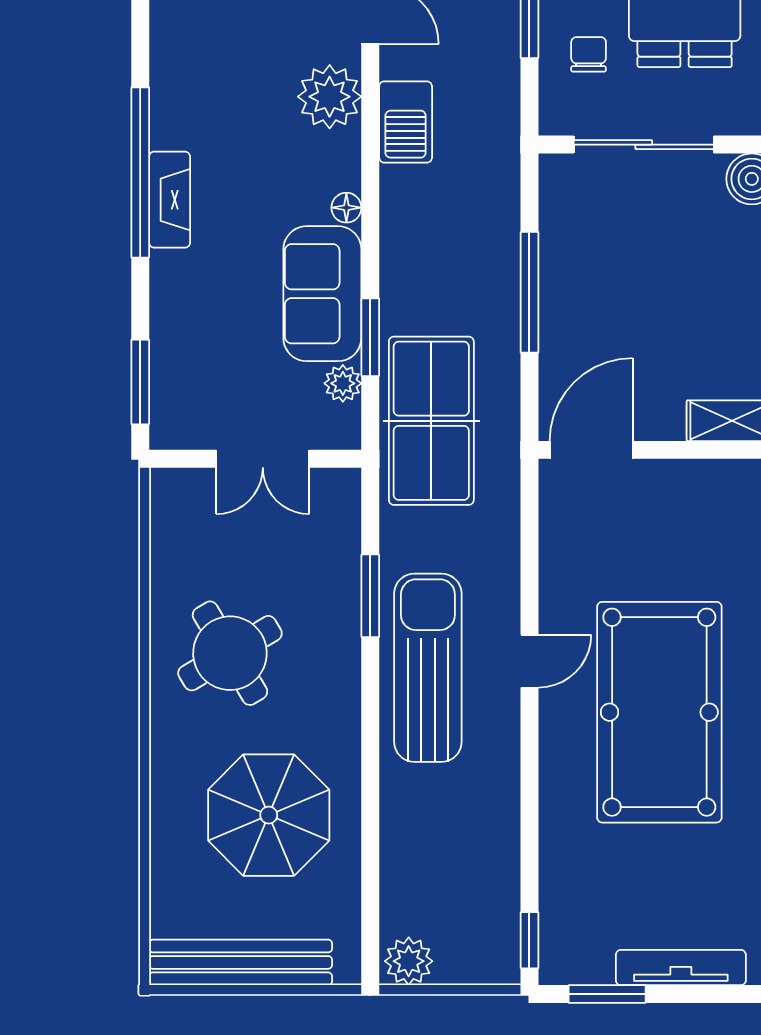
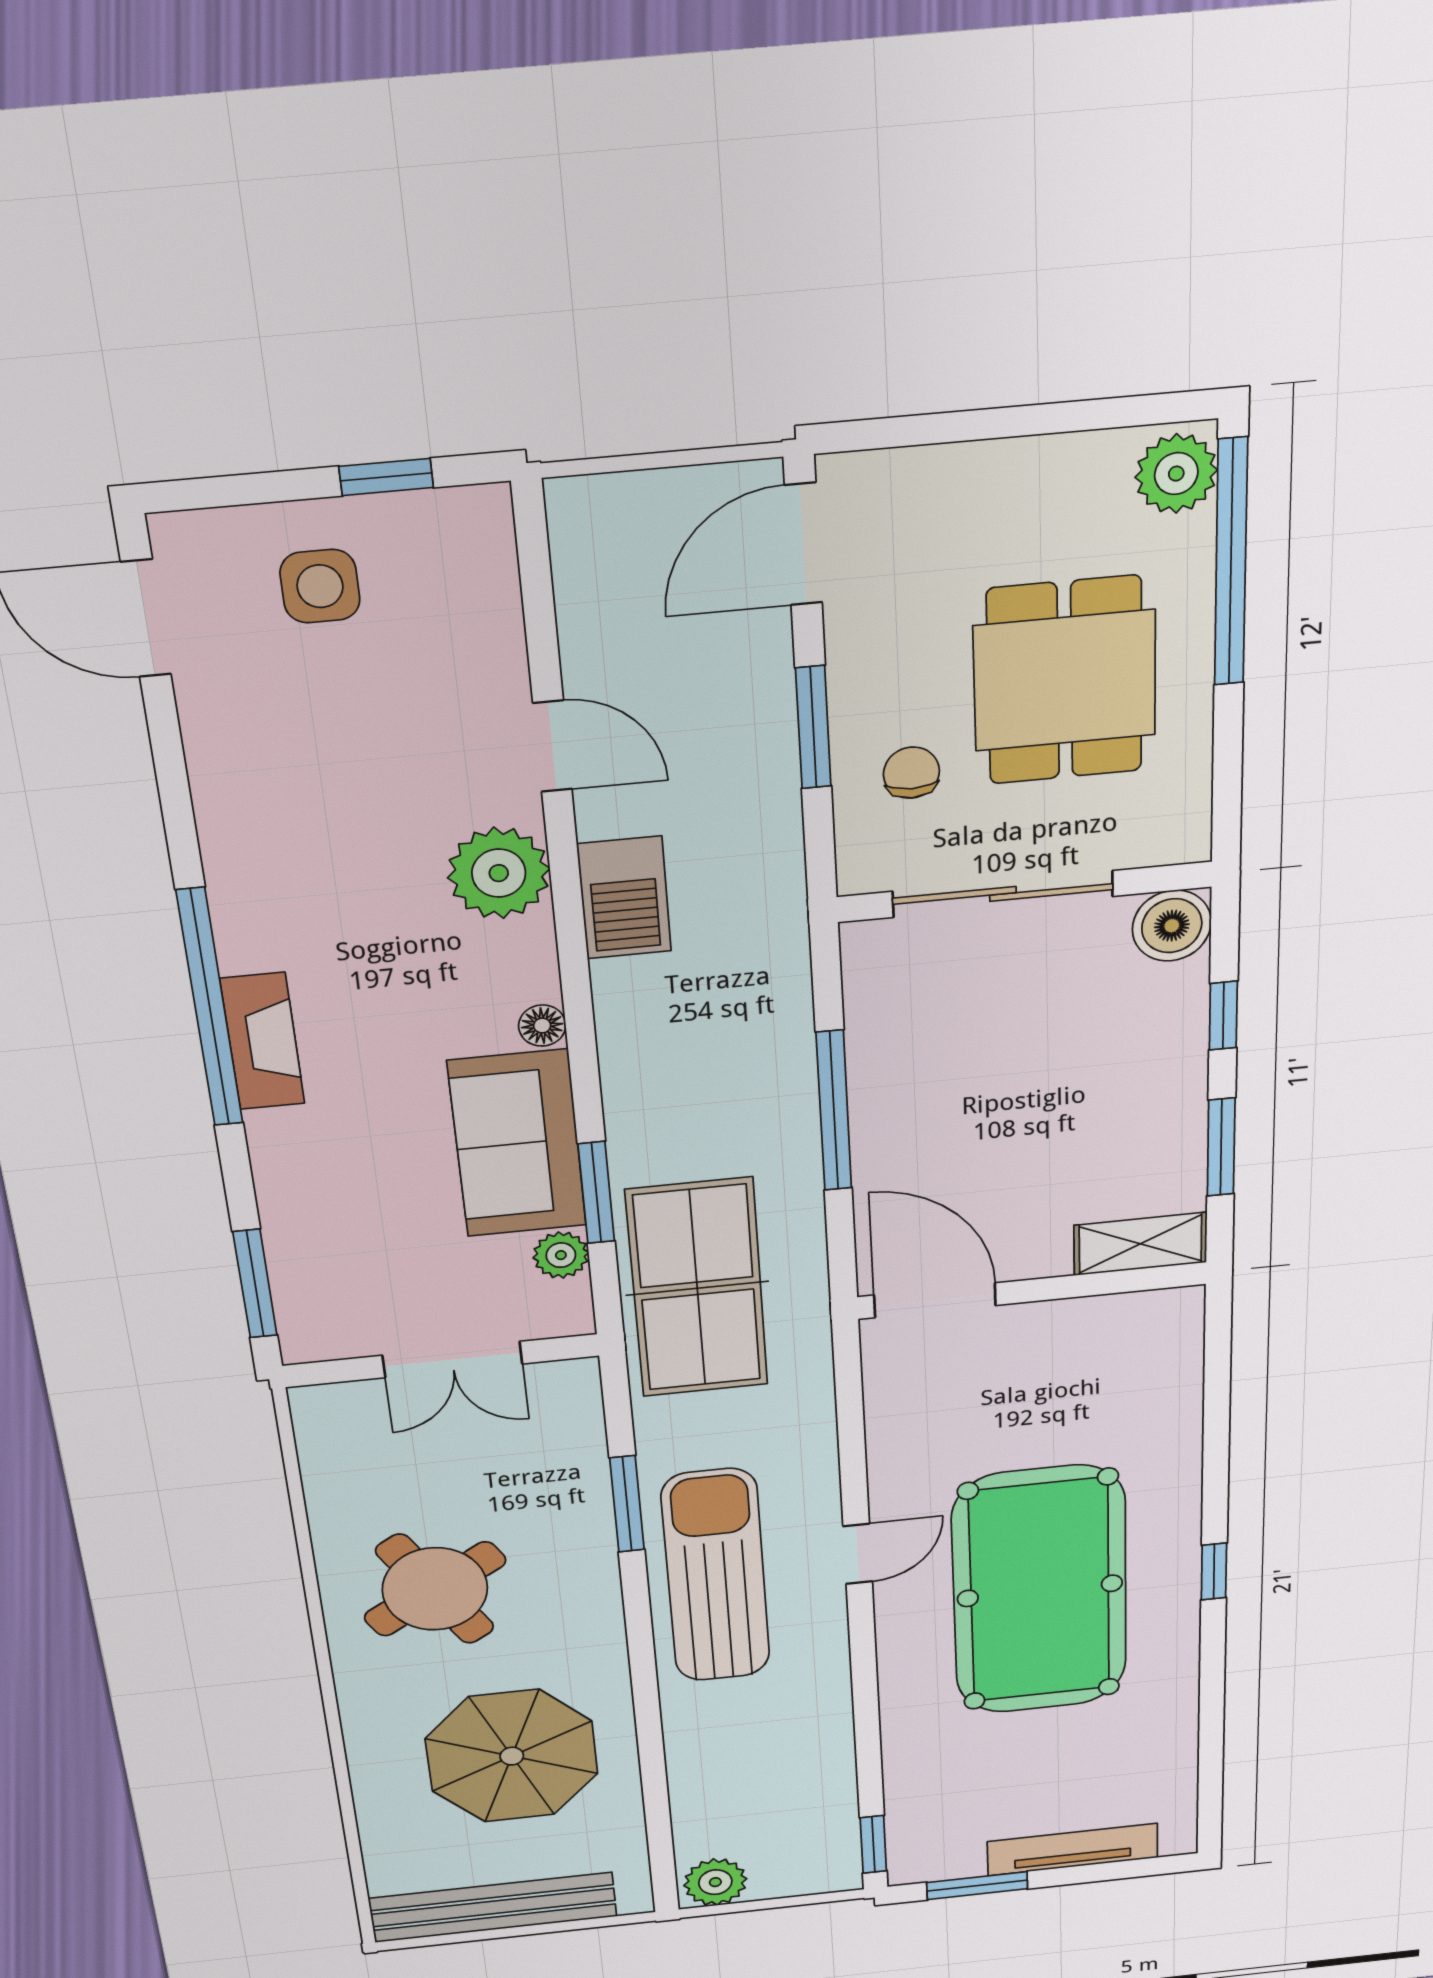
door: (591, 450) -> (935, 1300), hinge flipped

